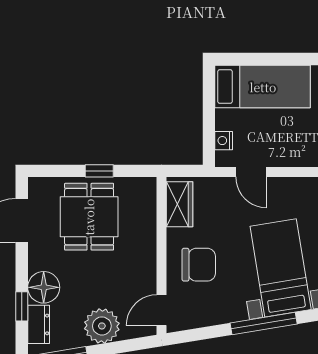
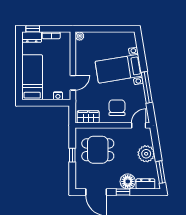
dining table: (89, 217) -> (98, 150), moved
window: (22, 306) -> (123, 192), moved
door: (162, 310) -> (139, 125), swing flipped
window: (264, 323) -> (147, 87), moved

